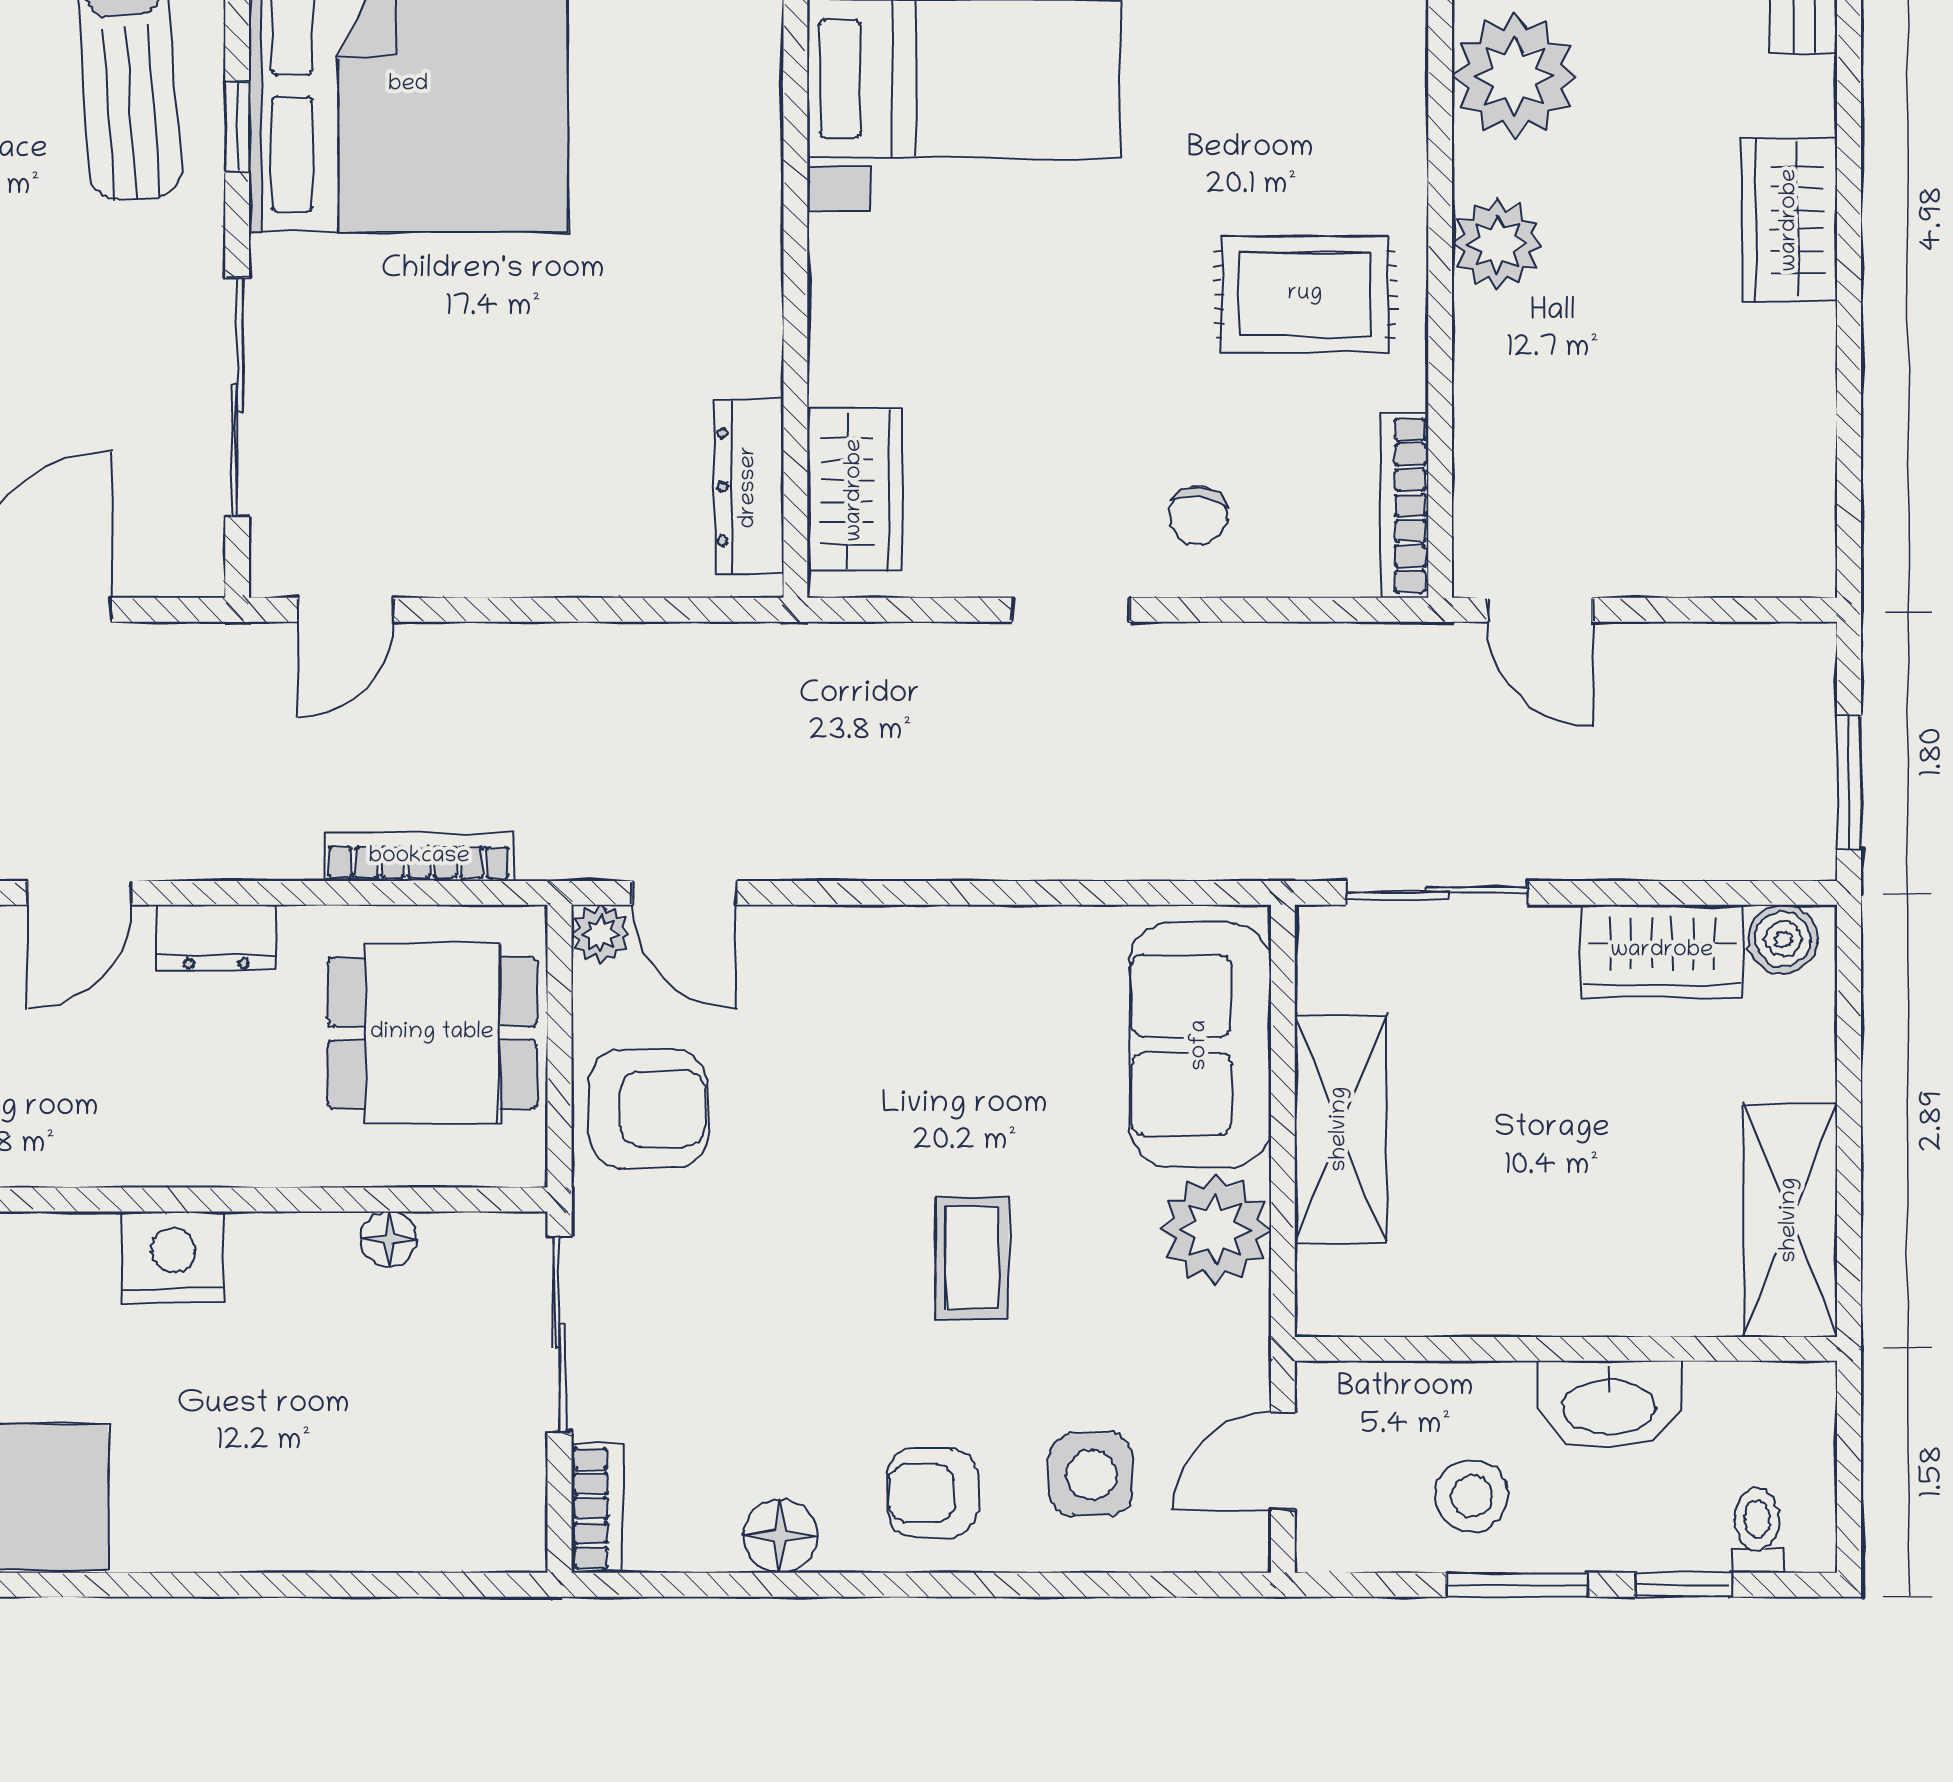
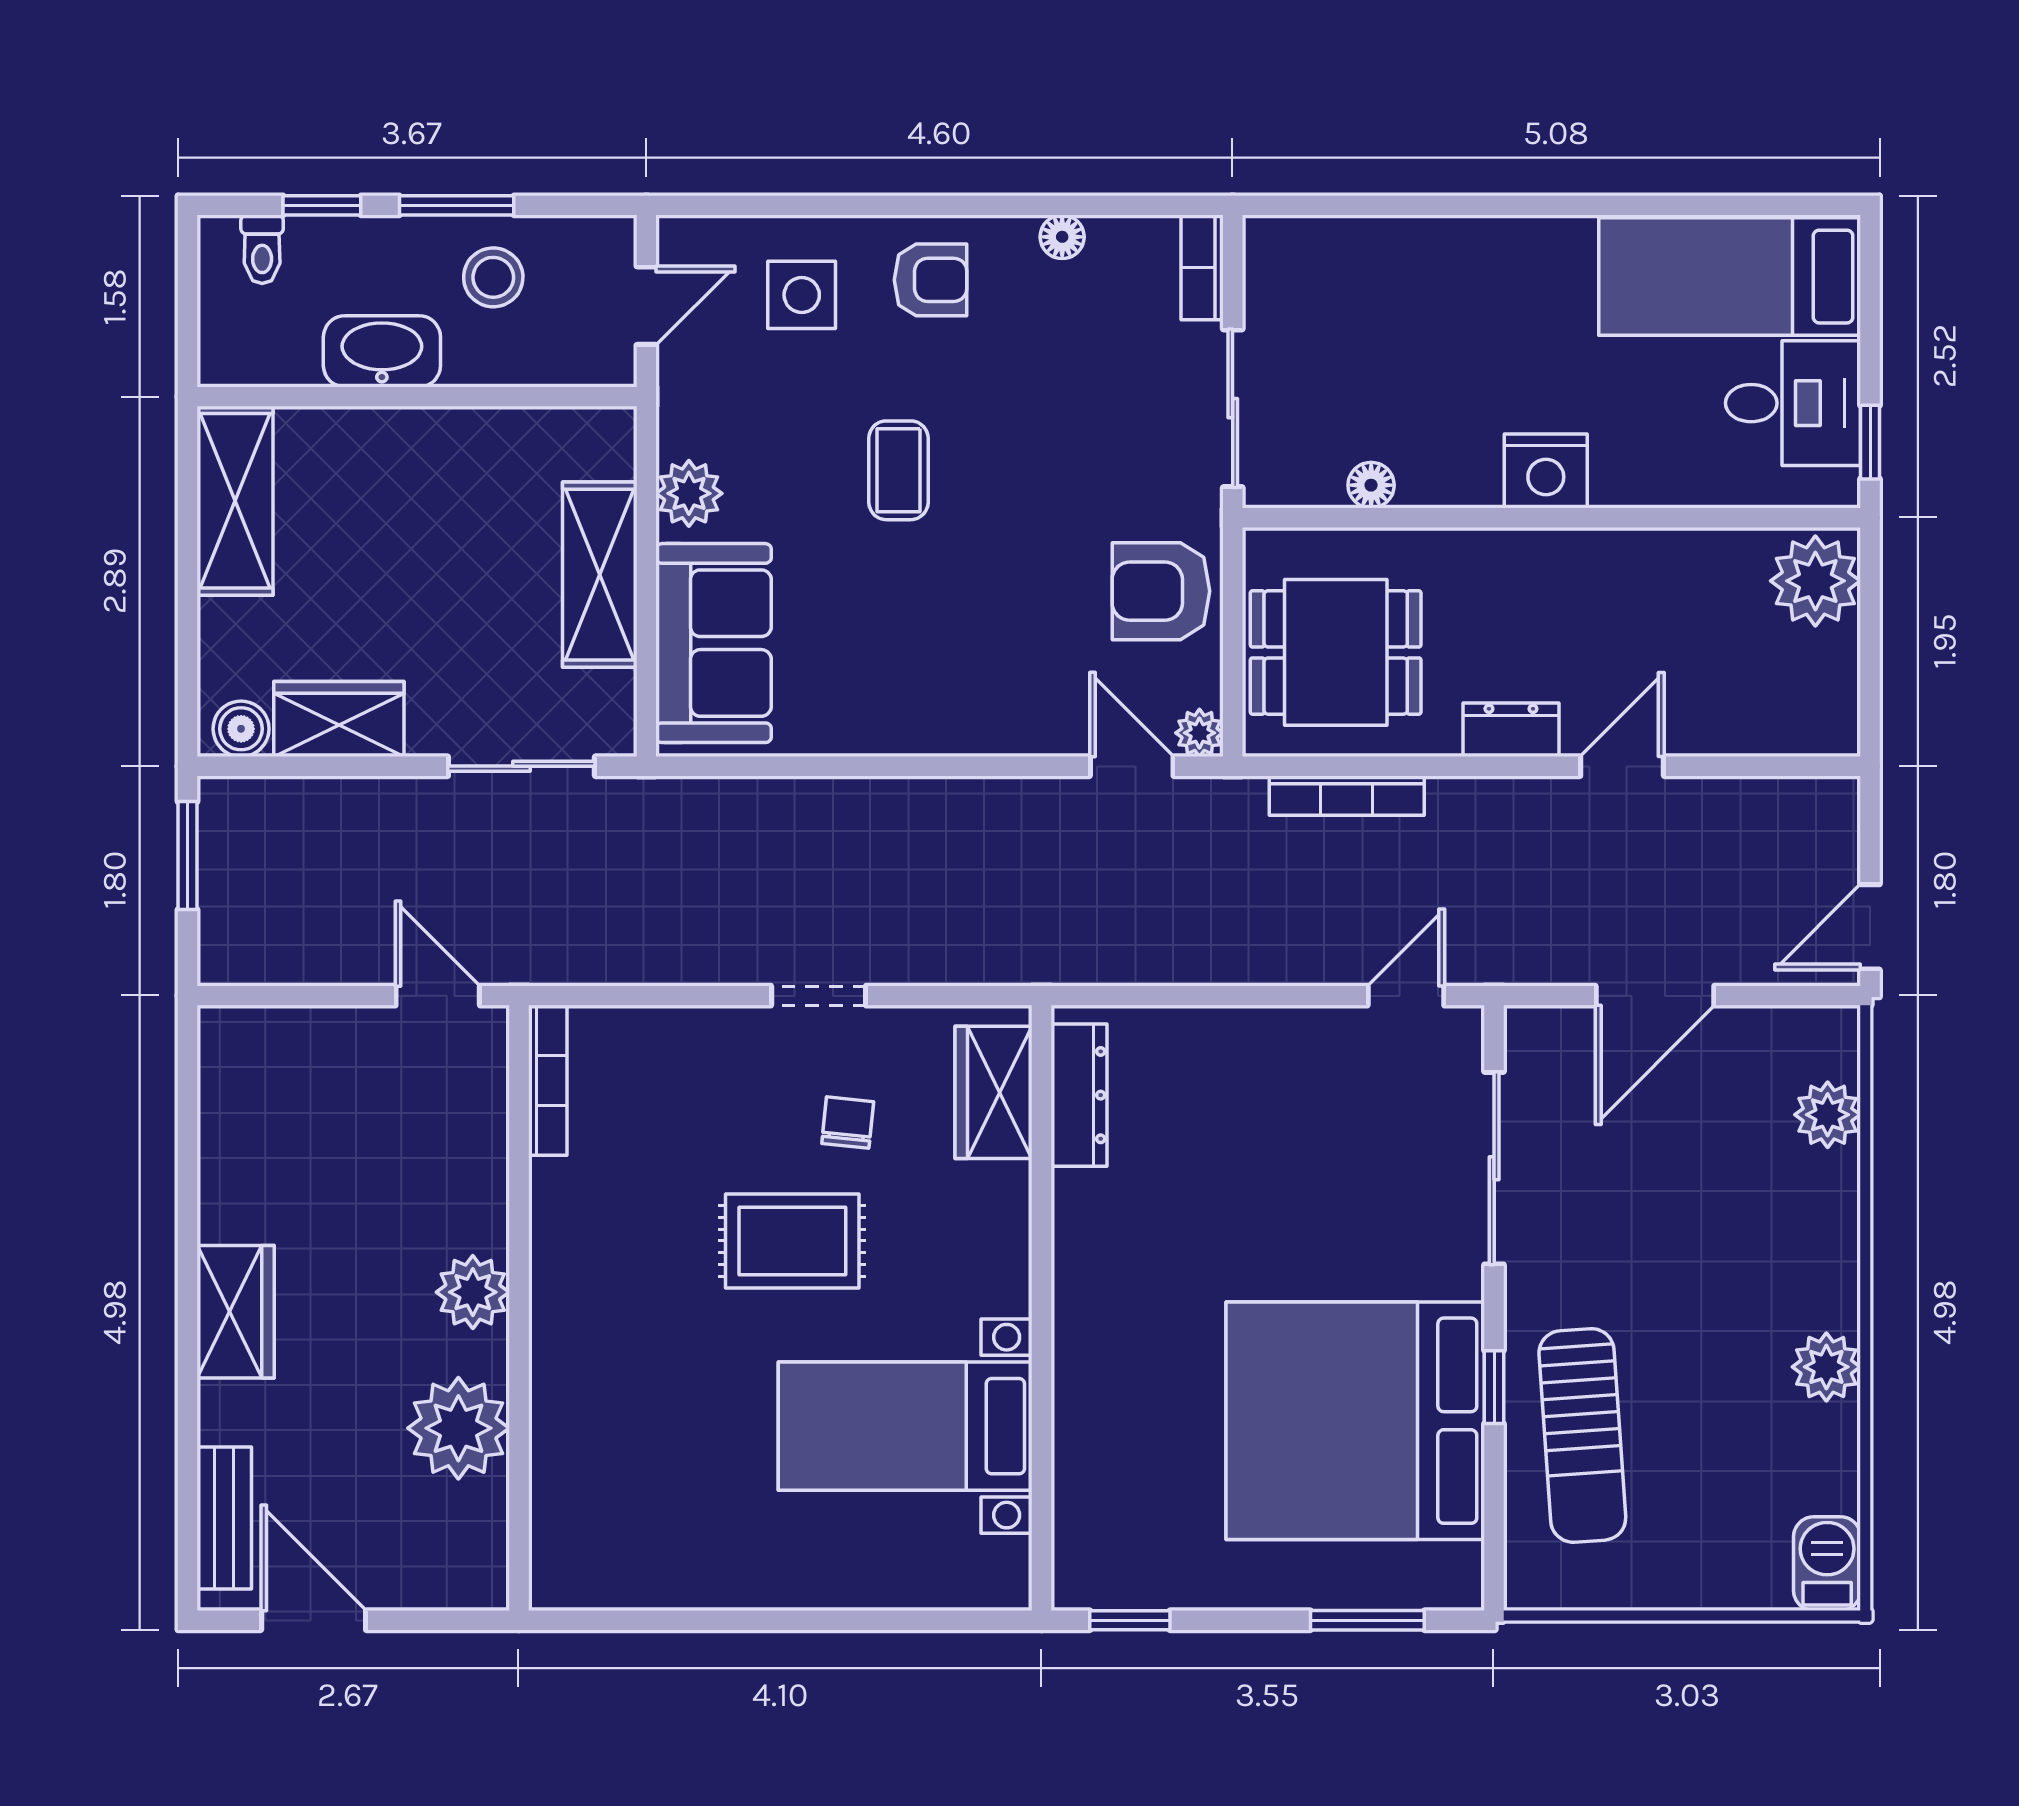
rug: (1305, 294) -> (792, 1241), moved
chair: (1198, 515) -> (848, 1123), moved
plant: (1216, 1230) -> (689, 493), width x0.73, depth x0.73
floor lamp: (780, 1536) -> (1062, 237), width x0.73, depth x0.73

